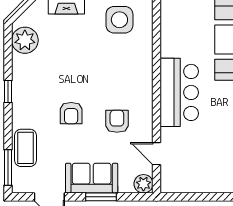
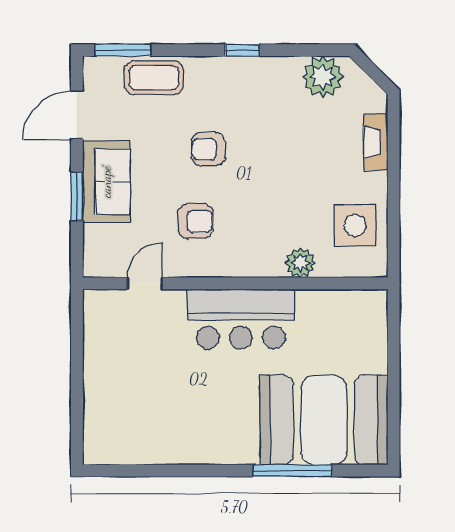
plant: (143, 184) -> (300, 263), moved

